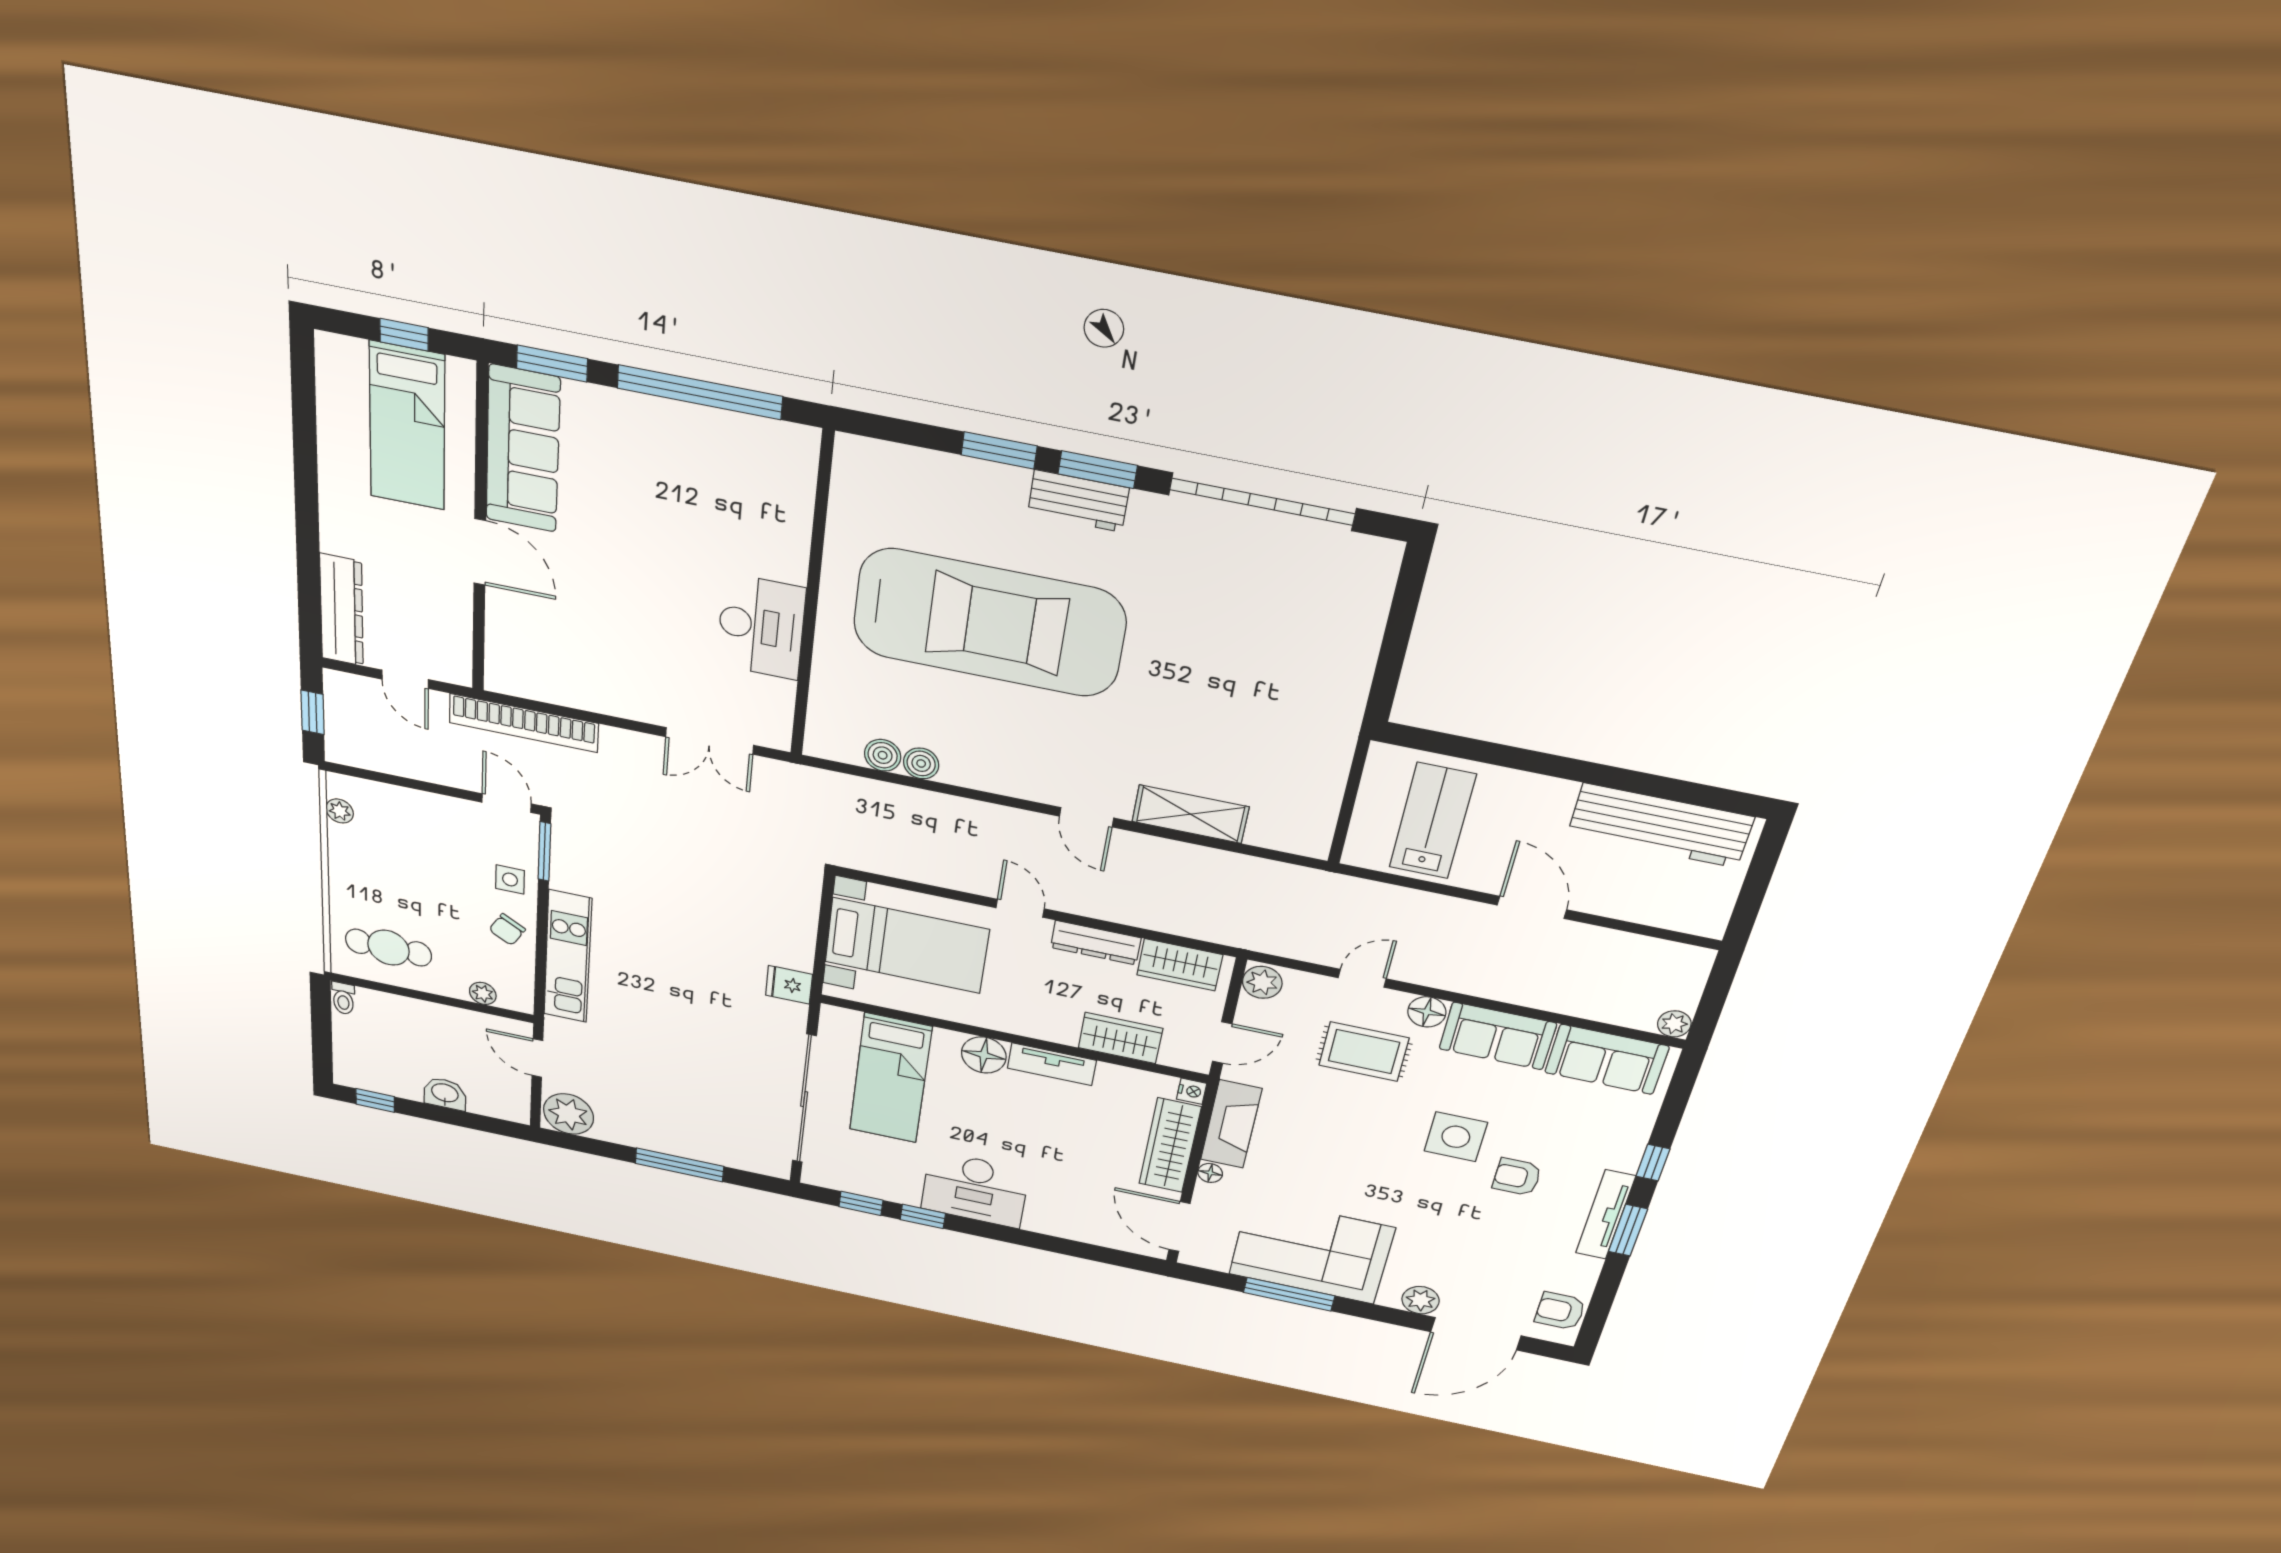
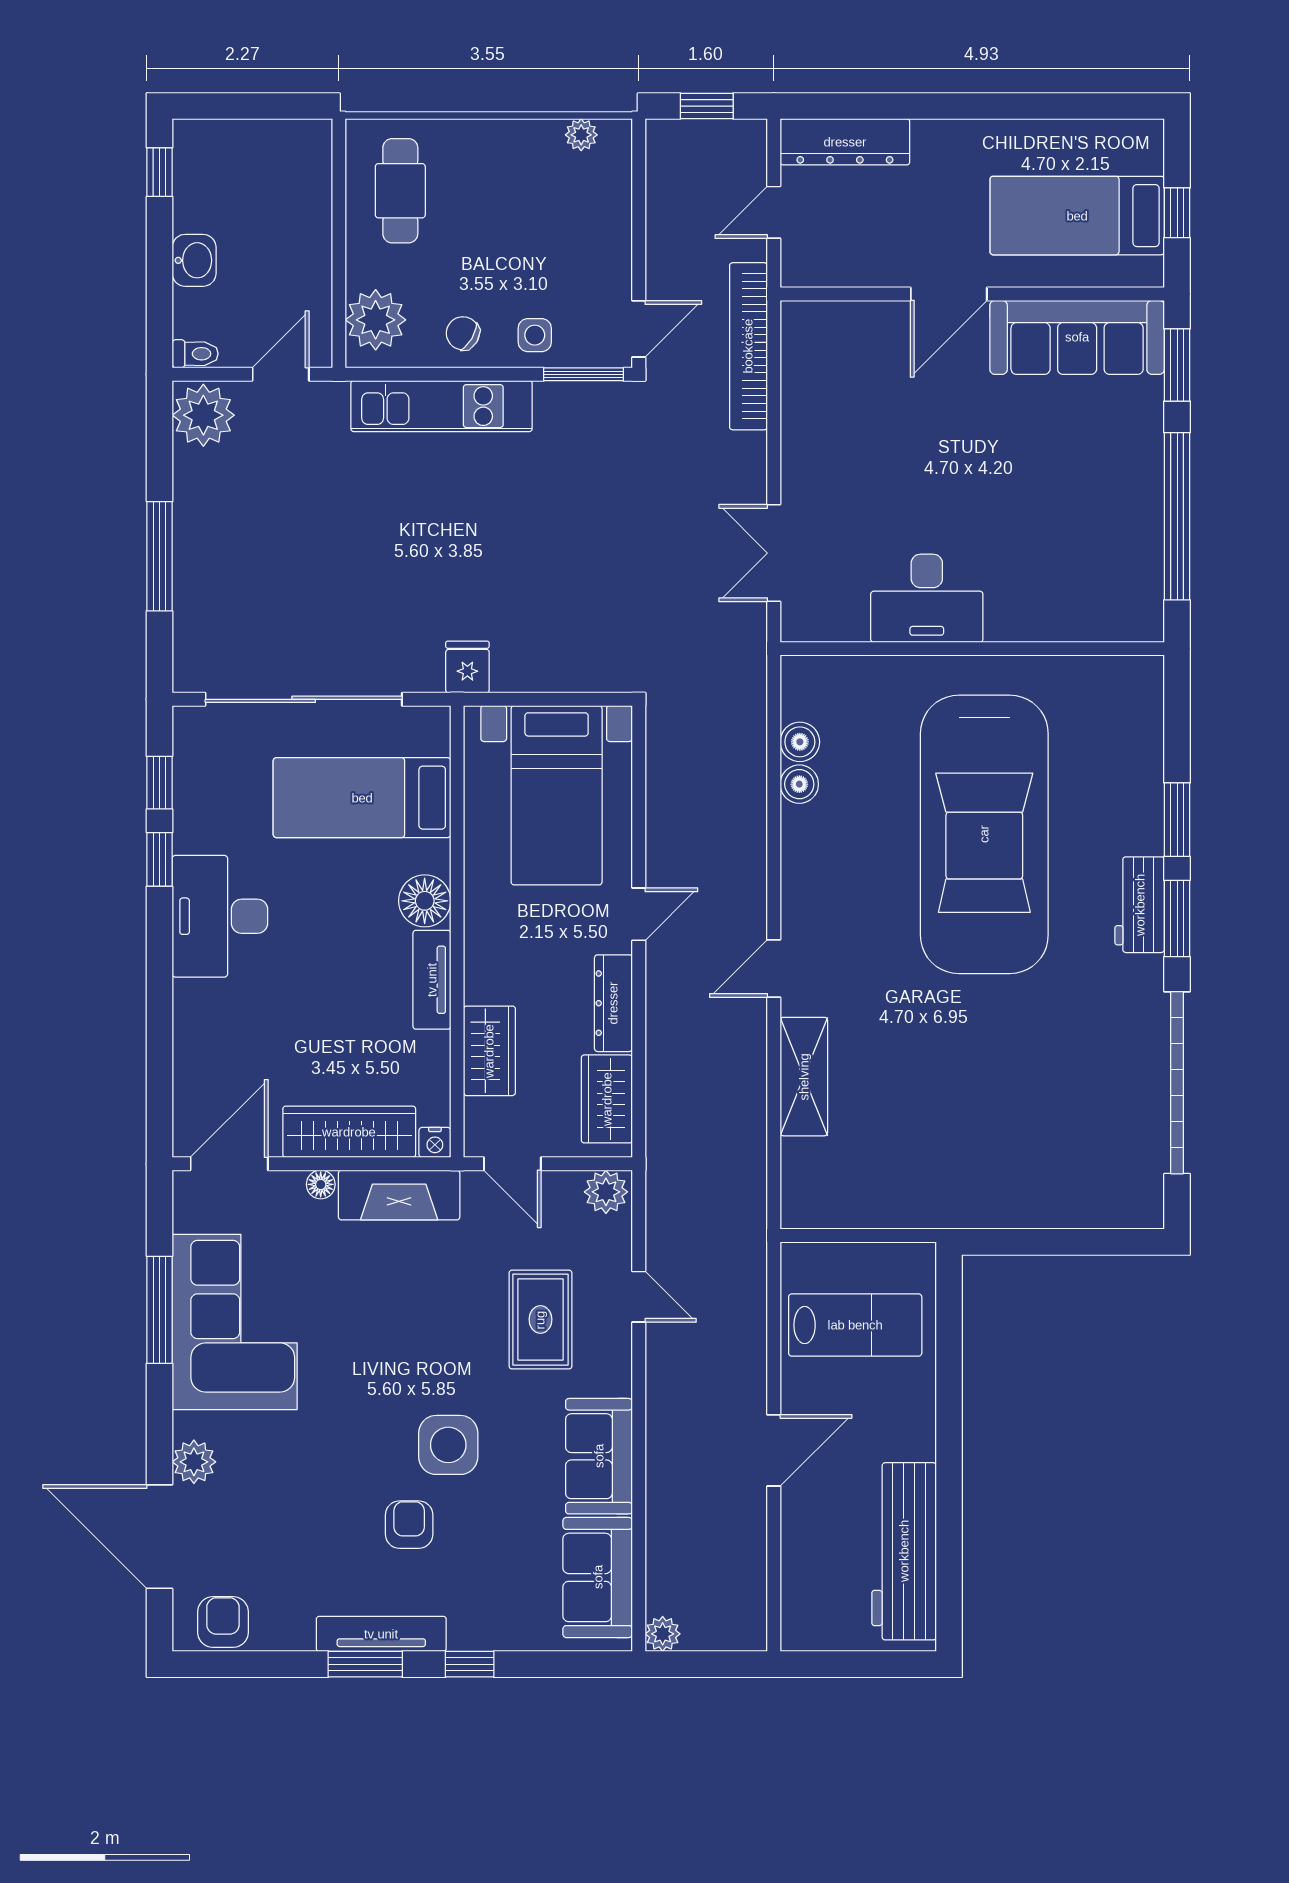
plant: (483, 993) -> (376, 320), width x1.87, depth x1.87
toilet: (343, 998) -> (195, 354), moved, turned 180
floor lamp: (1427, 1012) -> (612, 1374), removed

